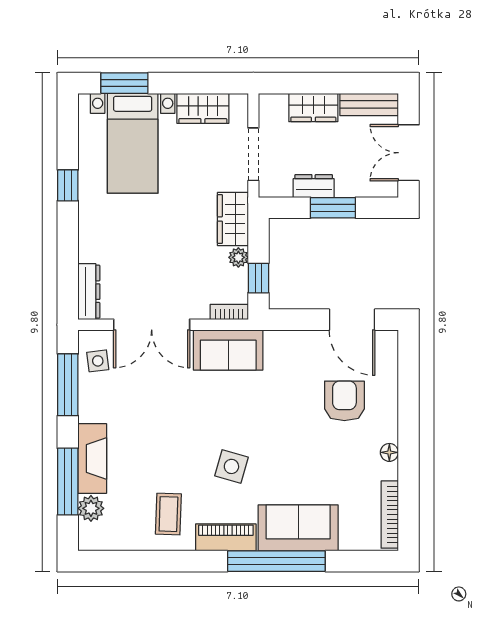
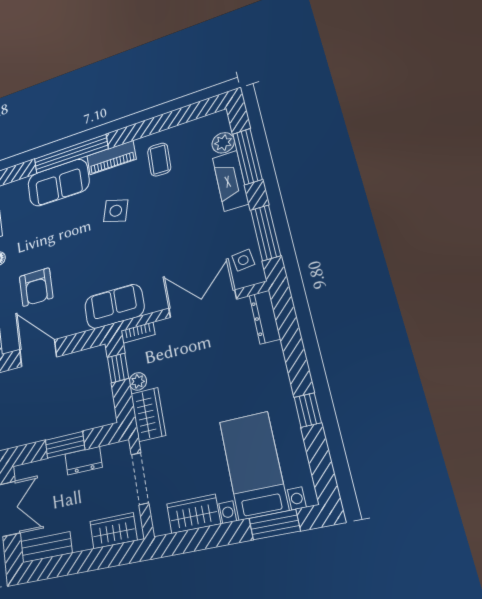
wardrobe: (313, 107) -> (113, 531), moved
sofa: (228, 350) -> (114, 306), moved

